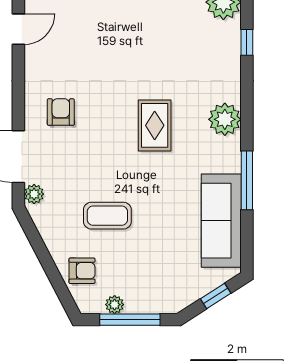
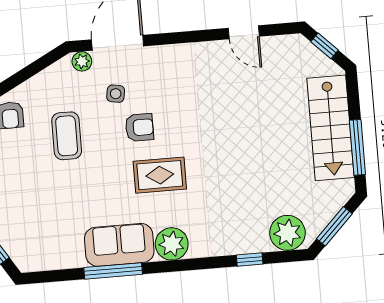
armchair: (61, 112) -> (139, 127), moved
side table: (69, 163) -> (116, 94), added
sofa: (221, 221) -> (119, 245), moved, width x0.73

